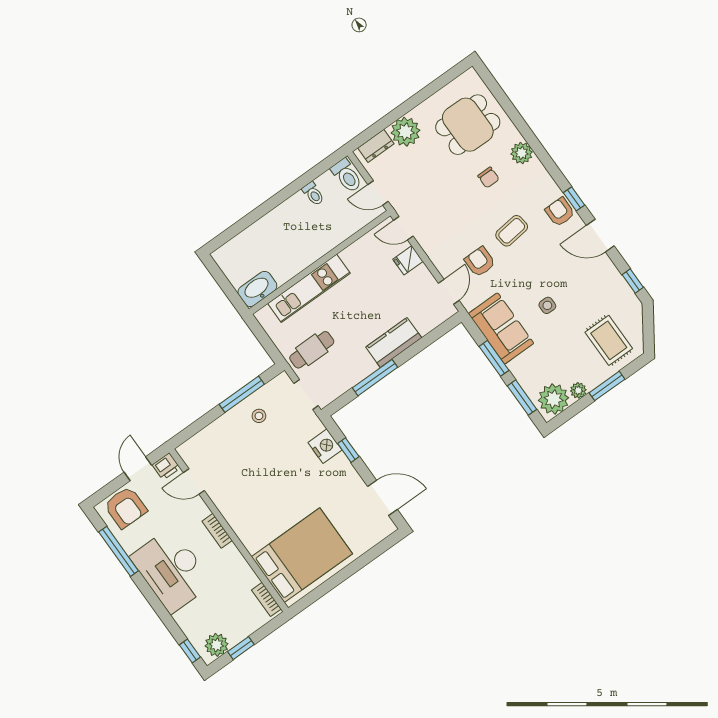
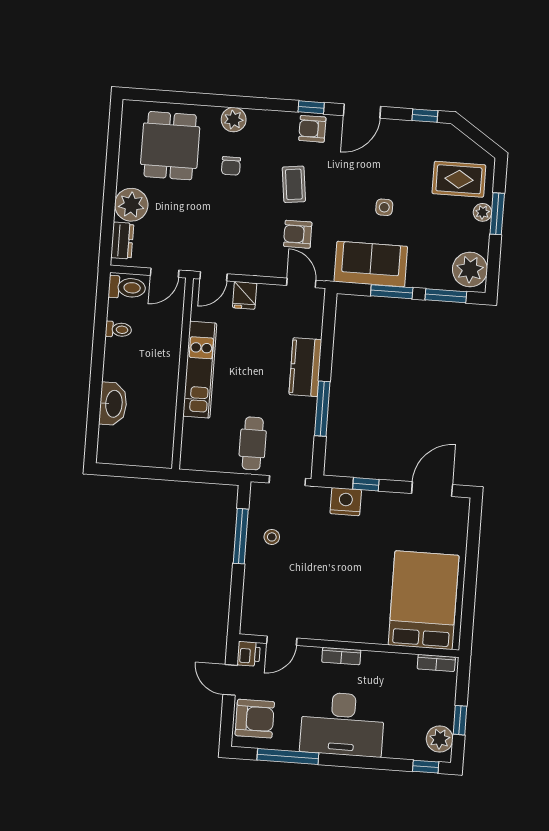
chair: (488, 178) -> (231, 166), turned 90
kitchen unit: (309, 288) -> (200, 370), moved
washbasin: (257, 289) -> (113, 404), moved, turned 180
plant: (578, 390) -> (482, 212), moved

